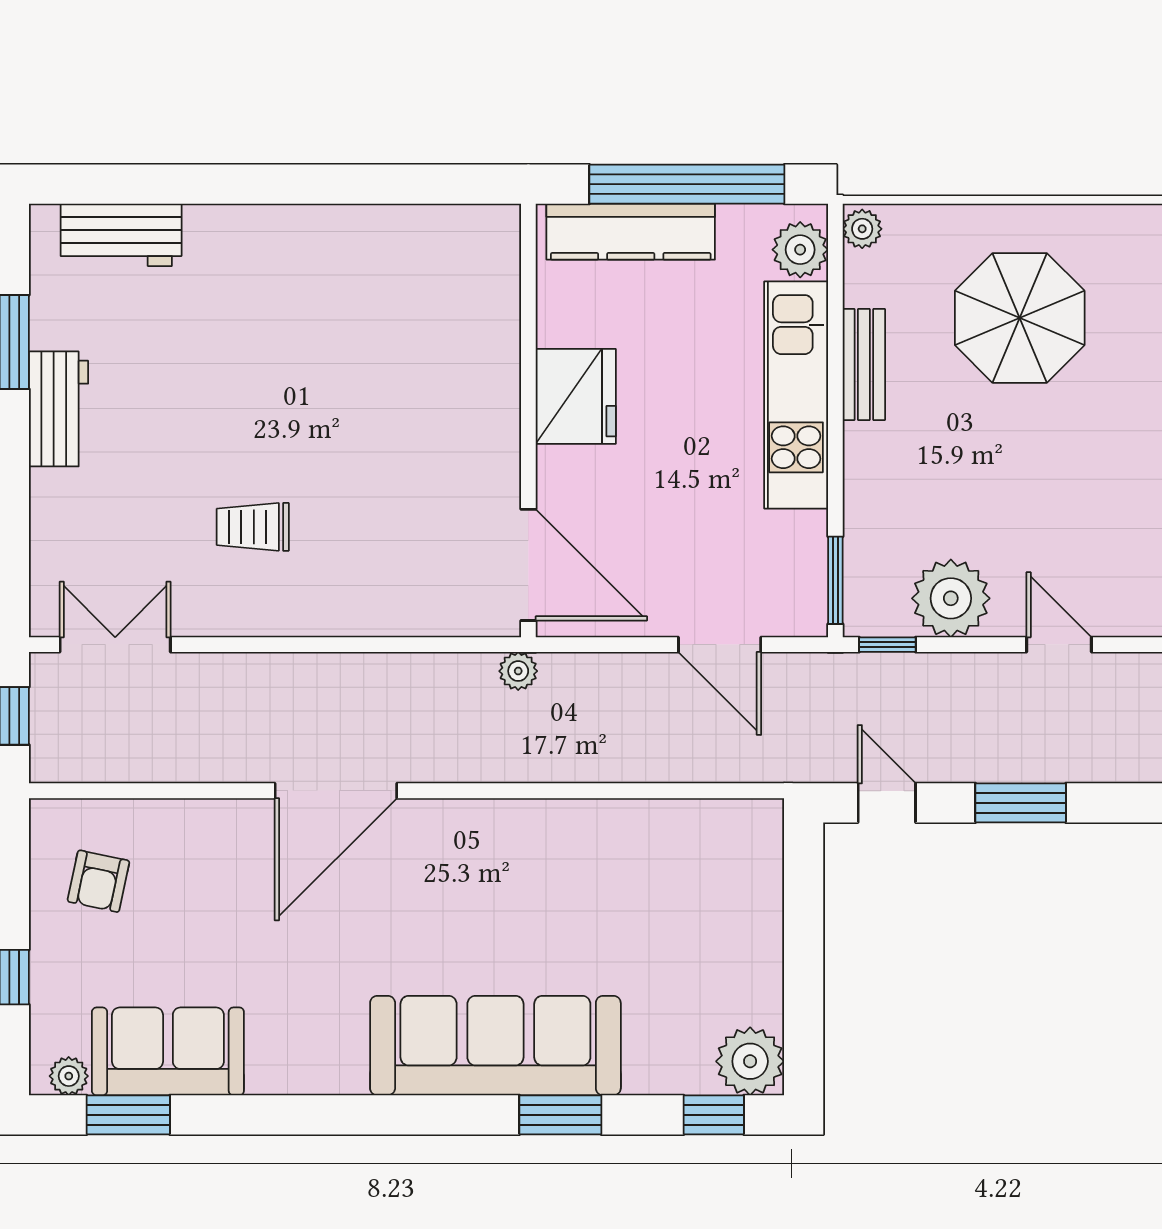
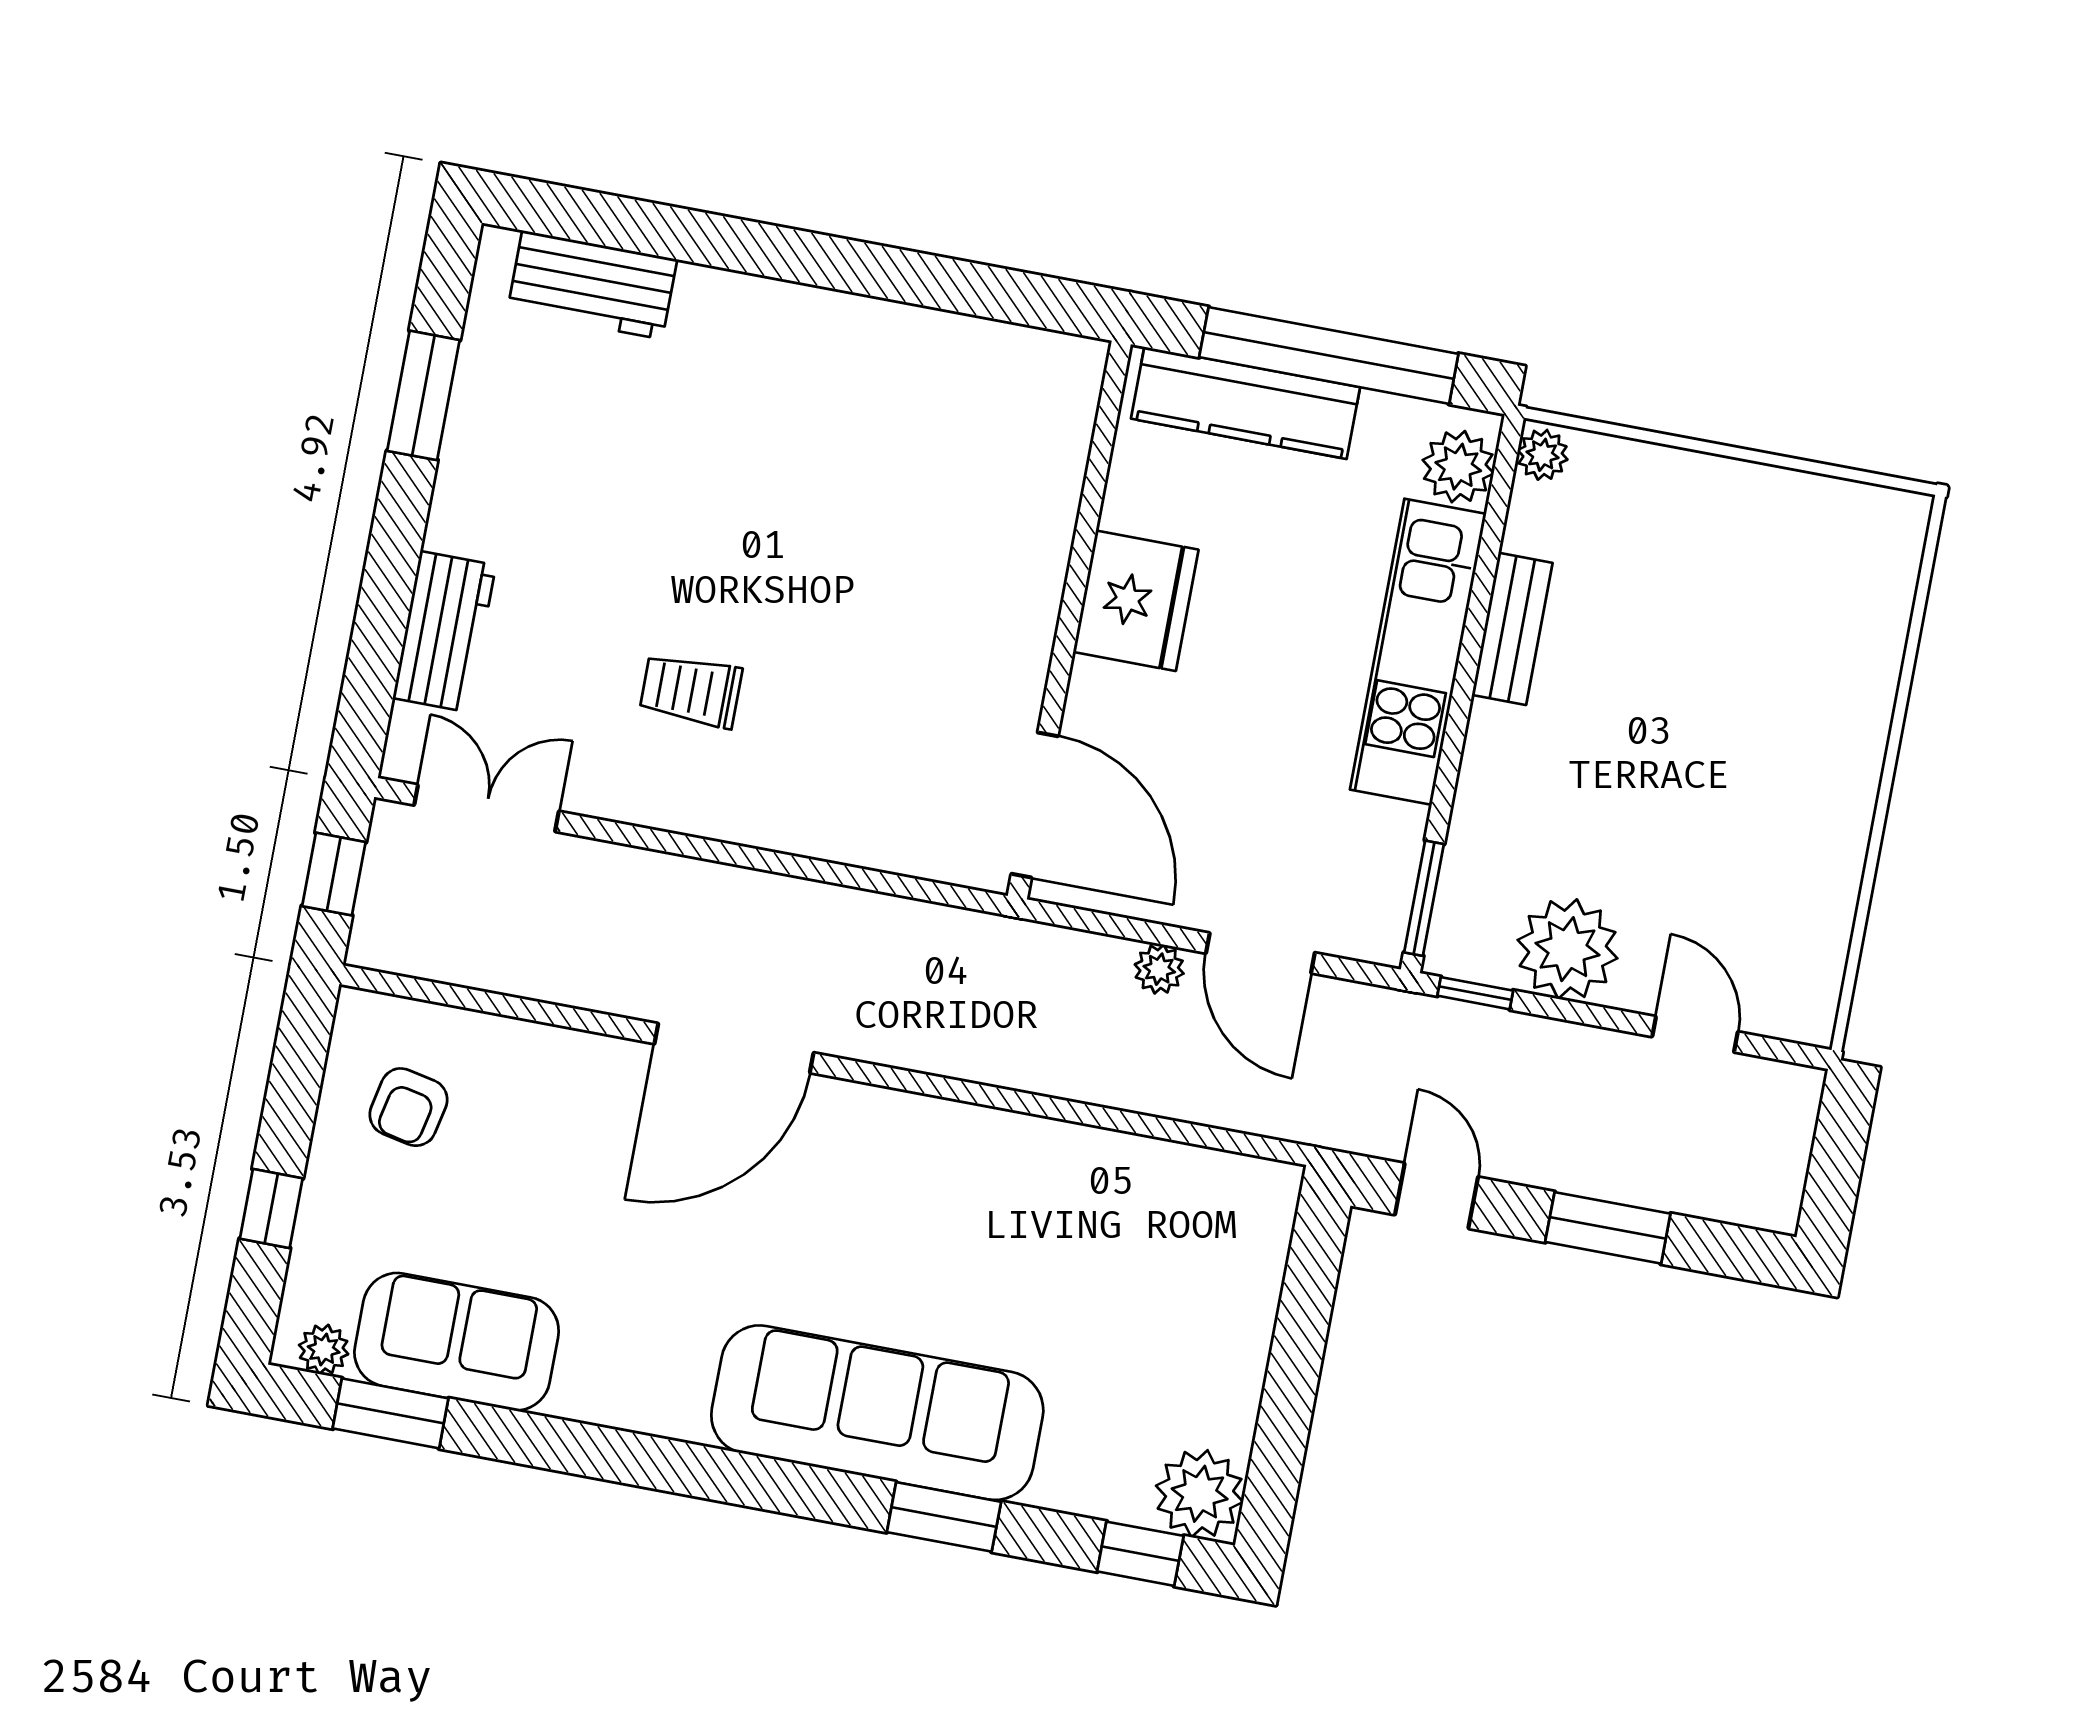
parasol: (1020, 318) -> (1723, 607), removed
workbench: (58, 409) -> (444, 632), moved
plant: (518, 671) -> (1159, 969), moved

